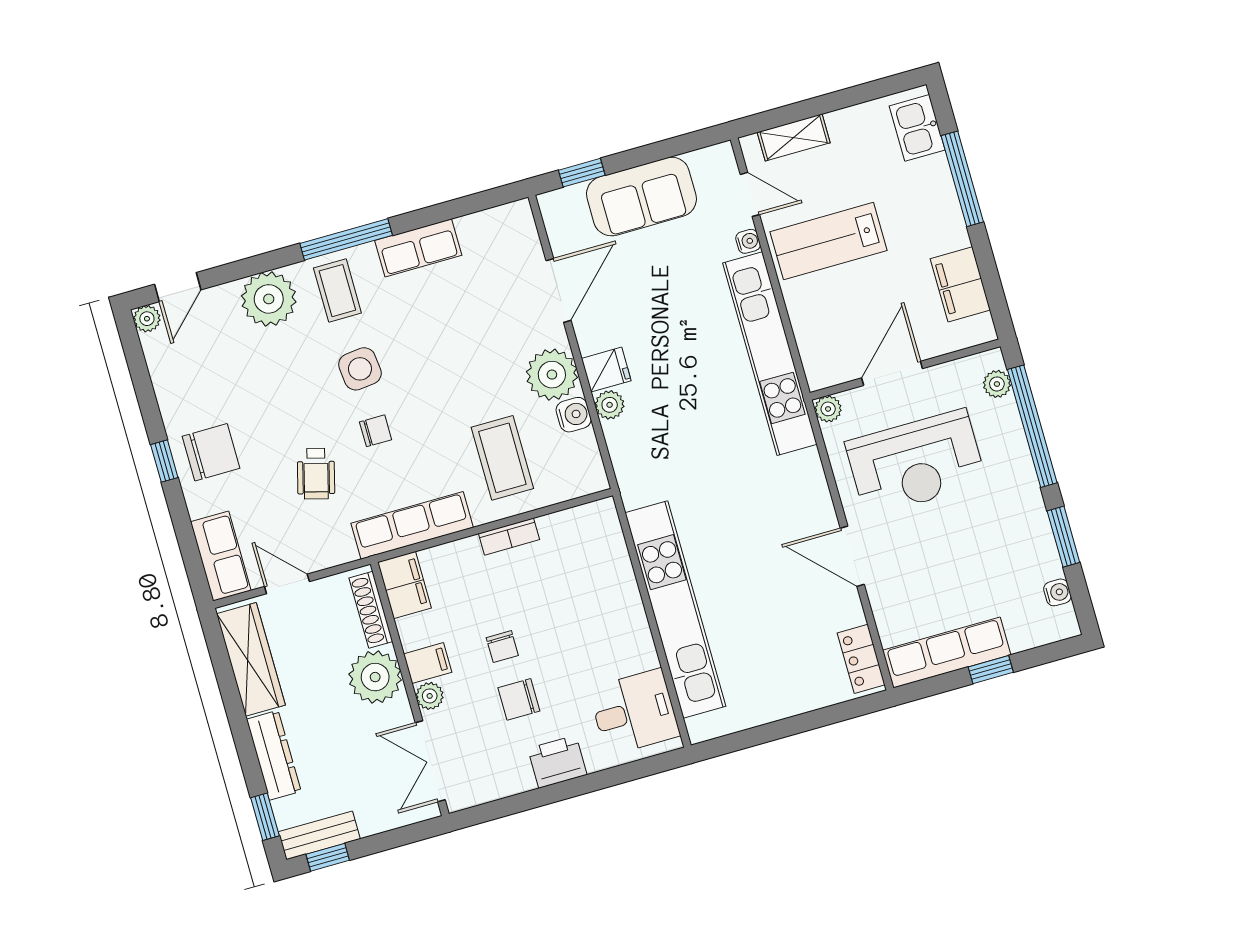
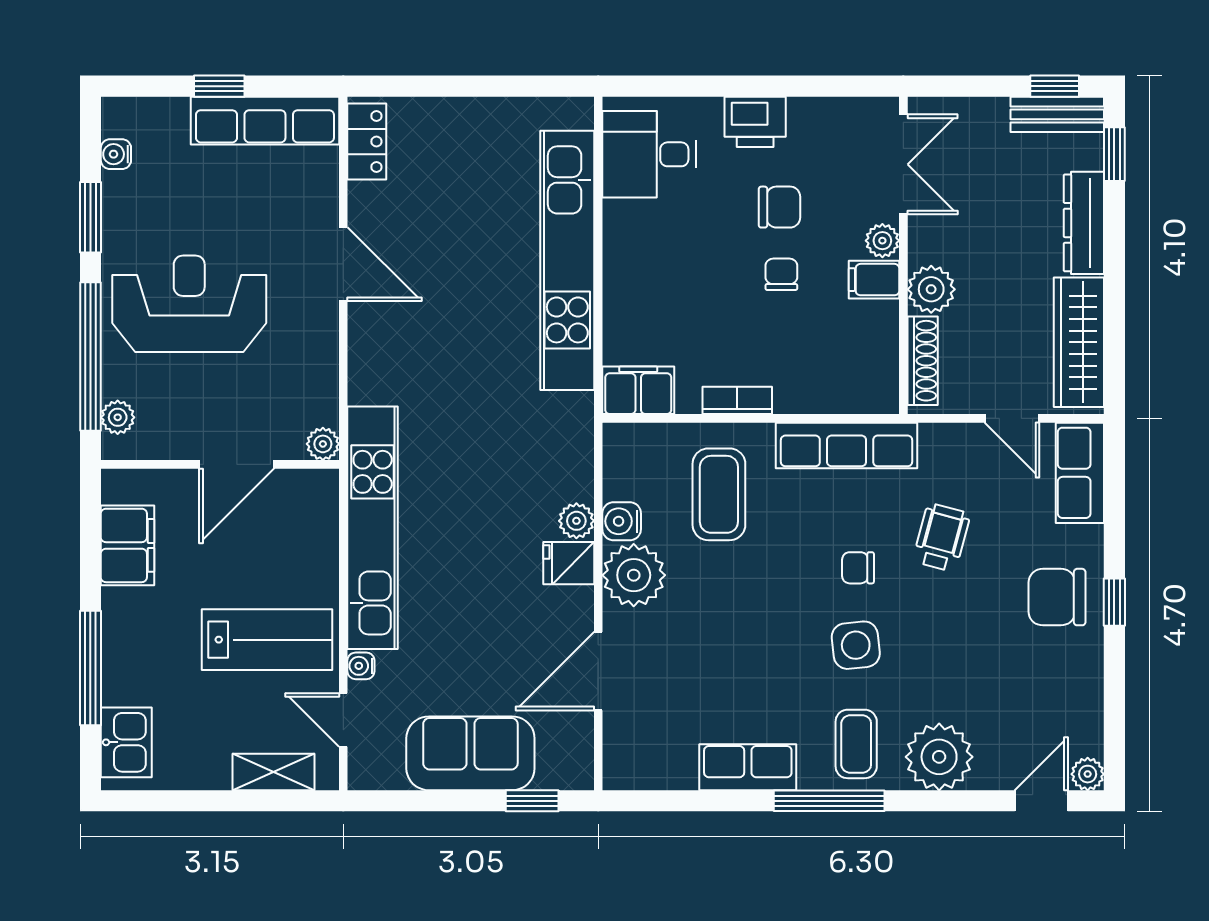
reception desk: (916, 463) -> (189, 304), moved
filing cabinet: (404, 585) -> (638, 390), moved, turned 90
plant: (375, 677) -> (931, 289), width x0.73, depth x0.73

